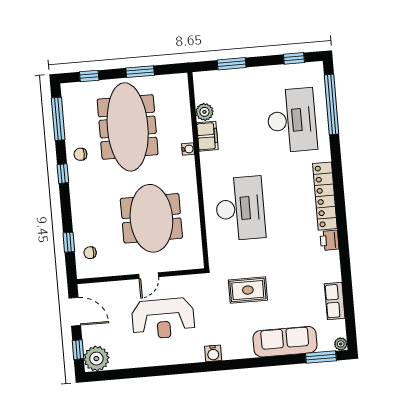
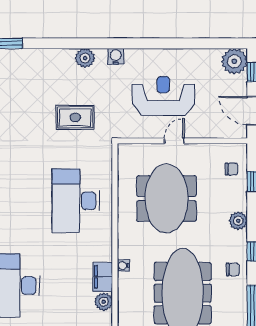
plant: (79, 203) -> (238, 221), added
sofa: (285, 342) -> (42, 62), removed
plant: (243, 349) -> (85, 58), added

